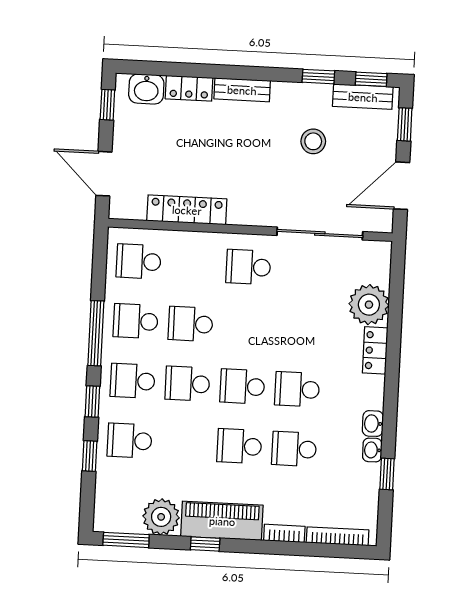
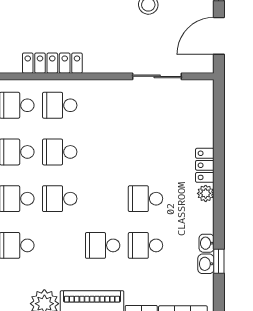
sliding door: (320, 233) -> (157, 76), width x0.73
school desk: (248, 267) -> (60, 105), moved
plant: (369, 305) -> (206, 193), moved, width x0.53, depth x0.53
school desk: (242, 386) -> (103, 199), removed
washbasin: (373, 424) -> (206, 264), moved

